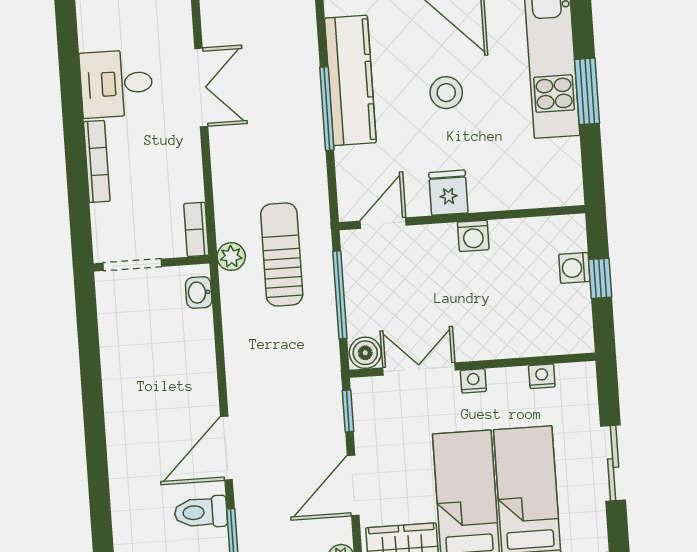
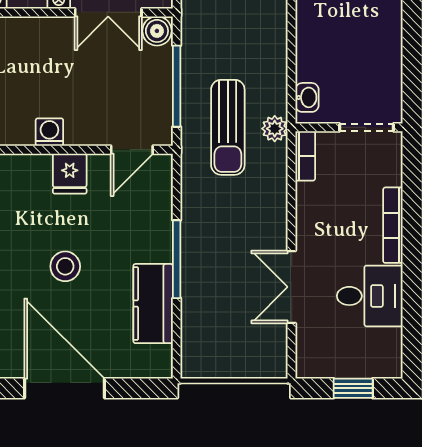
kitchen counter: (350, 80) -> (153, 304), width x0.67

